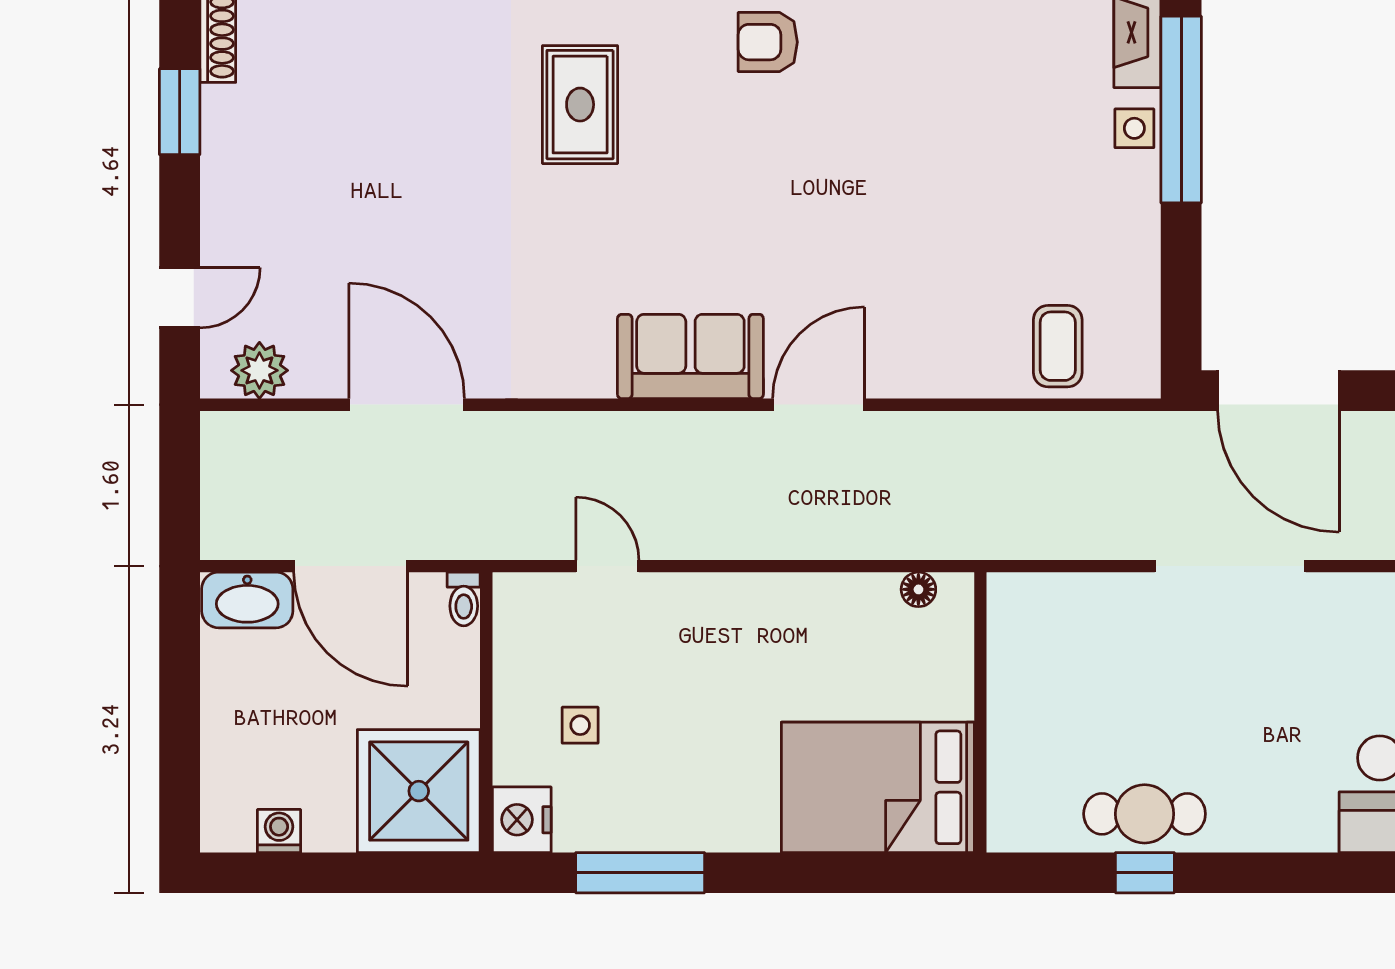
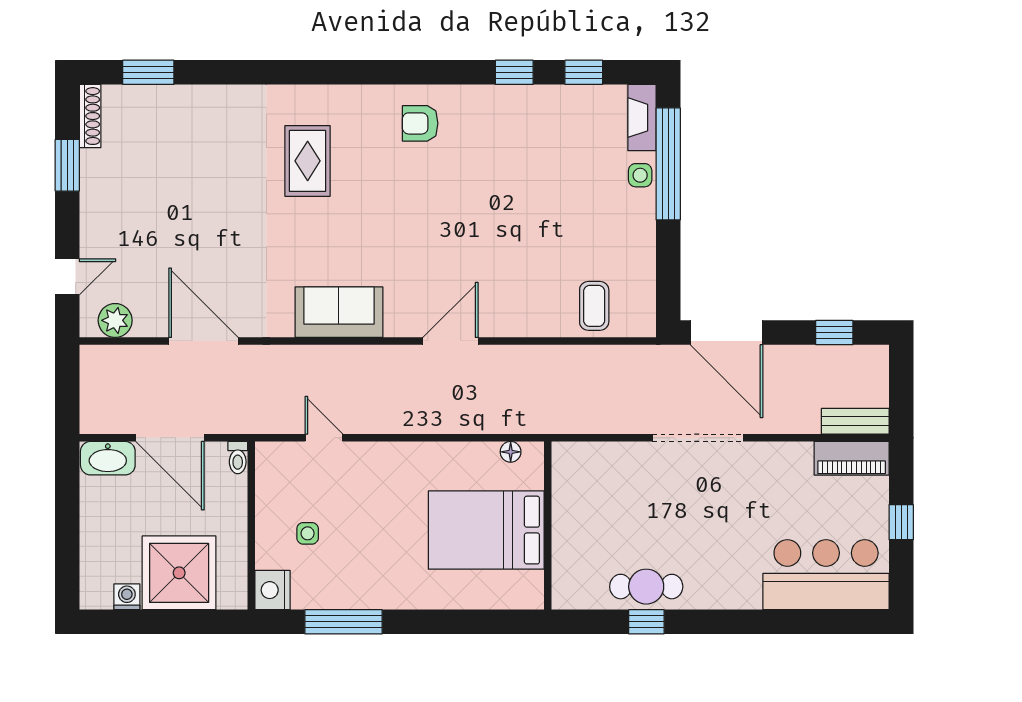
sofa: (690, 356) -> (339, 312), moved
bed: (878, 787) -> (486, 530), moved
shower: (419, 791) -> (179, 573), moved

